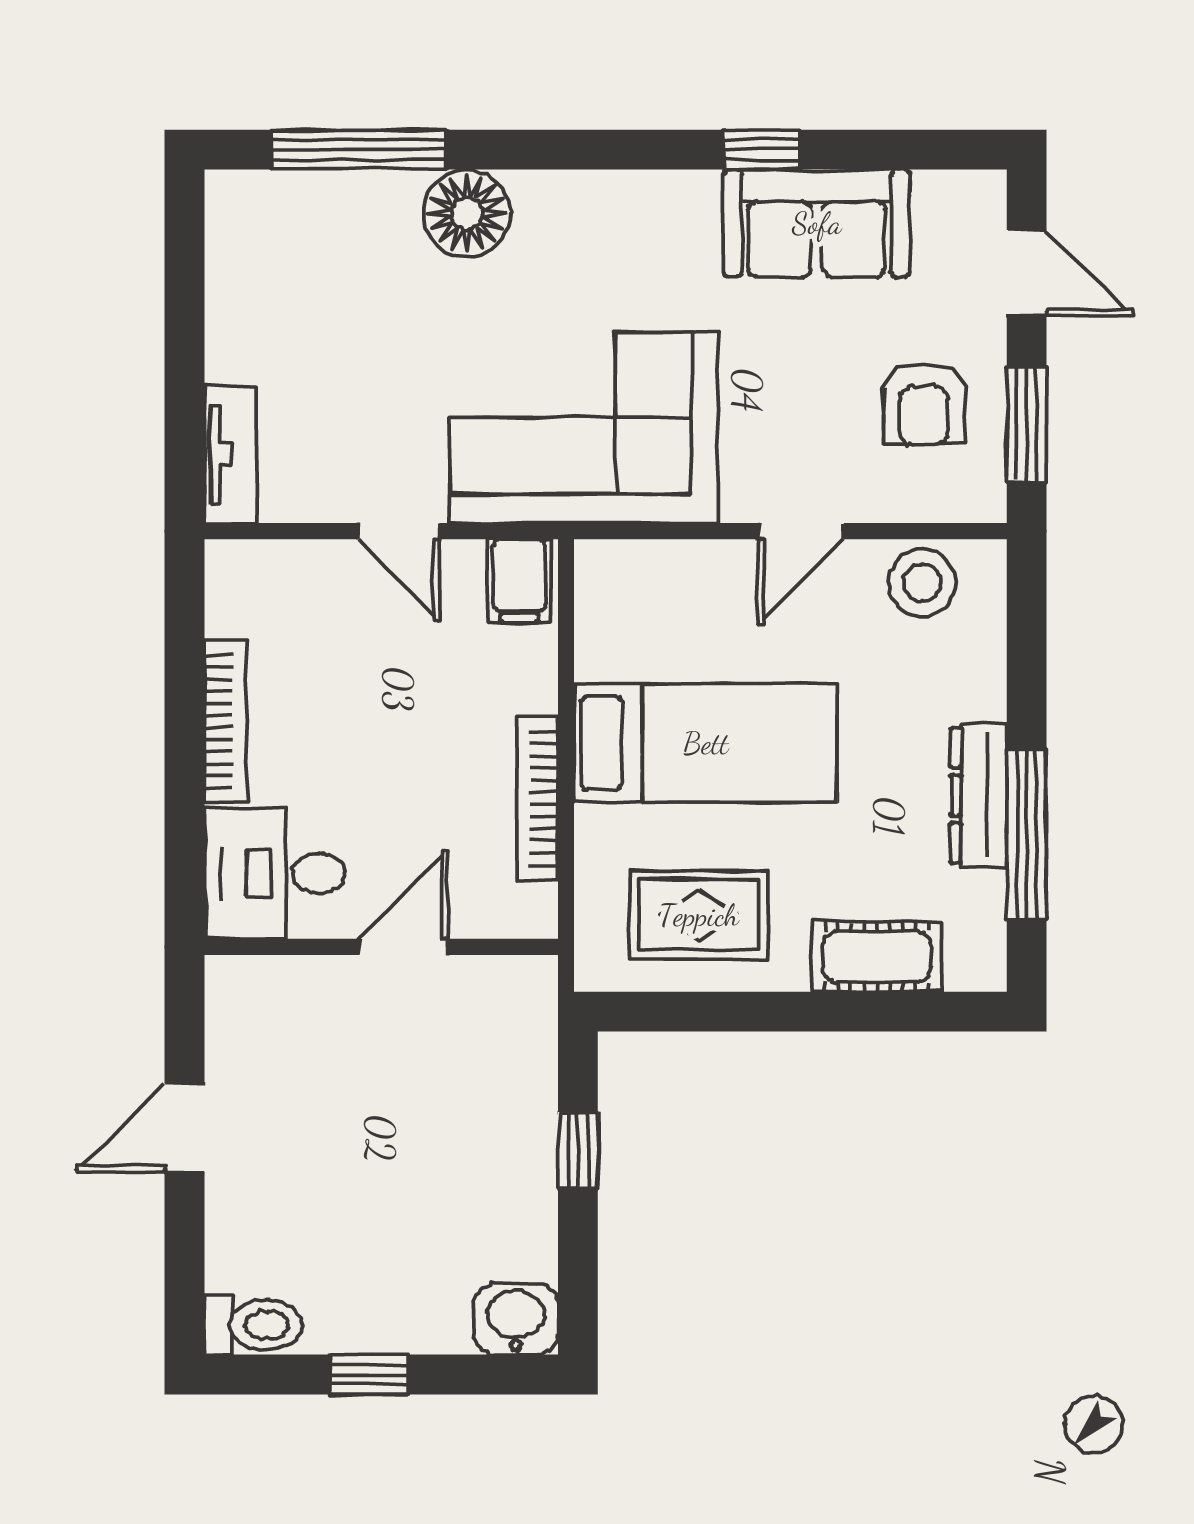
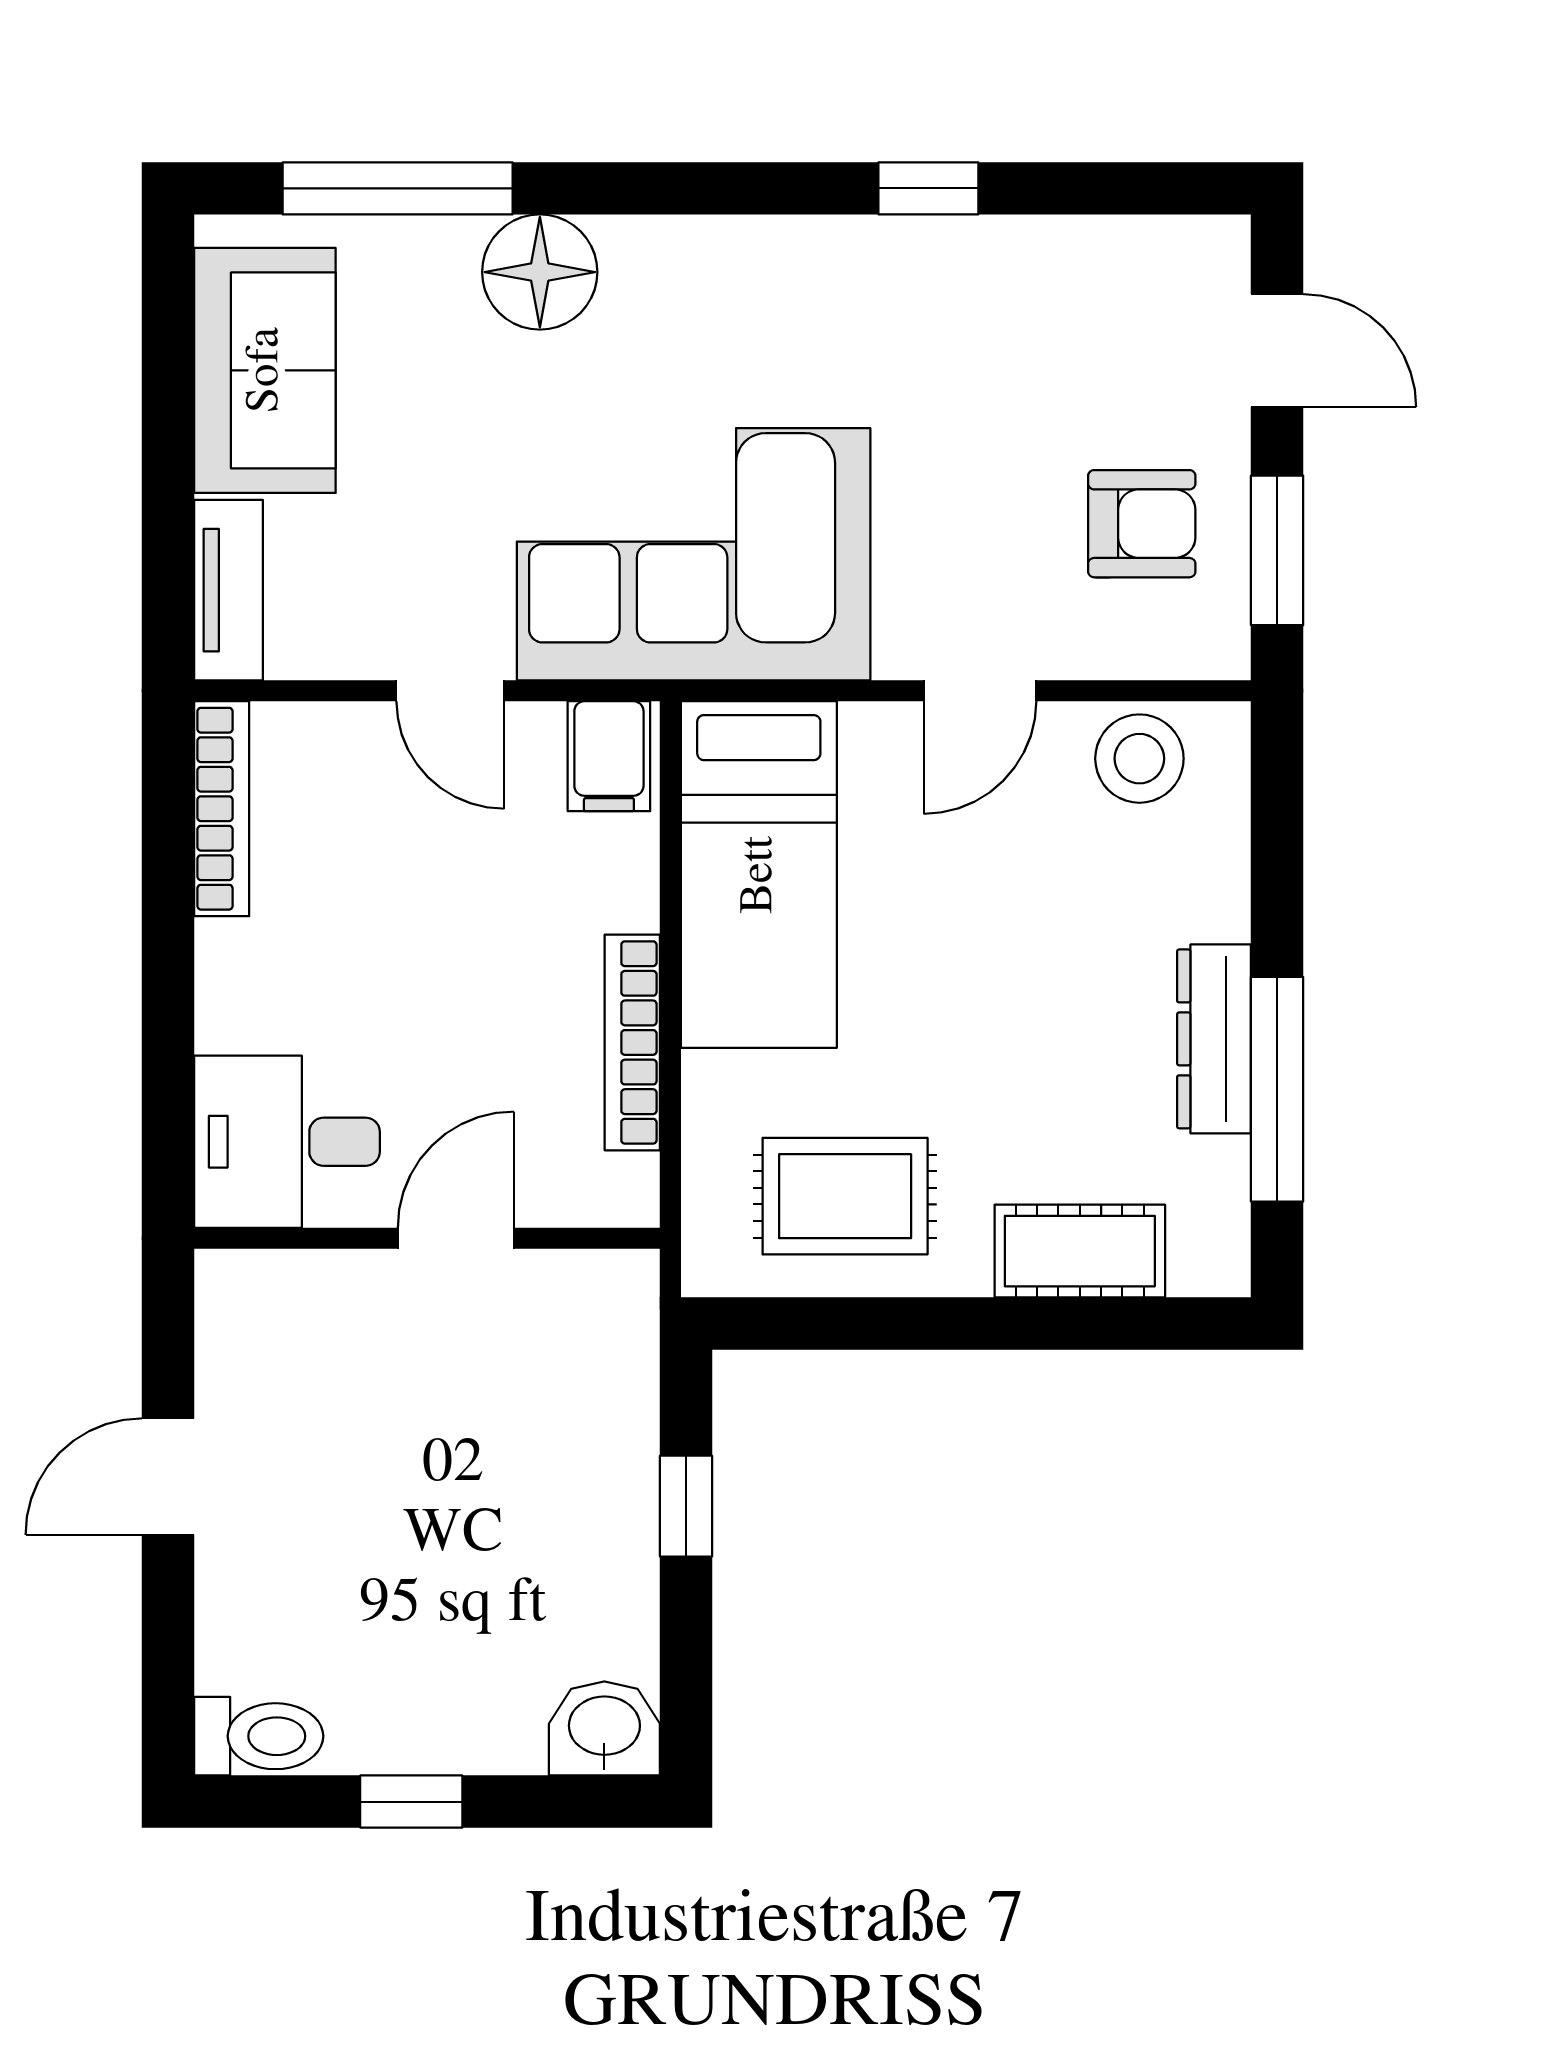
sofa: (817, 223) -> (265, 370), moved, turned -90
armchair: (924, 404) -> (1142, 524), turned -90
bookcase: (225, 721) -> (222, 809), moved
bed: (706, 743) -> (759, 875), moved, turned 90

